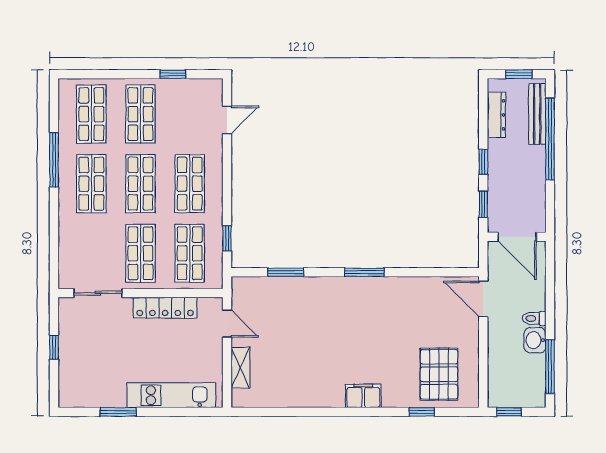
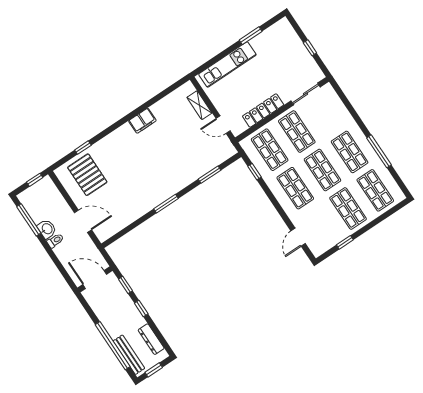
door: (483, 299) -> (83, 221), moved
filing cabinet: (363, 396) -> (142, 121), moved

